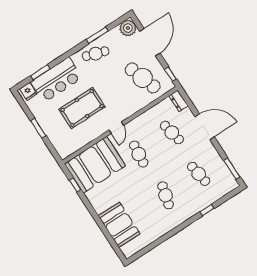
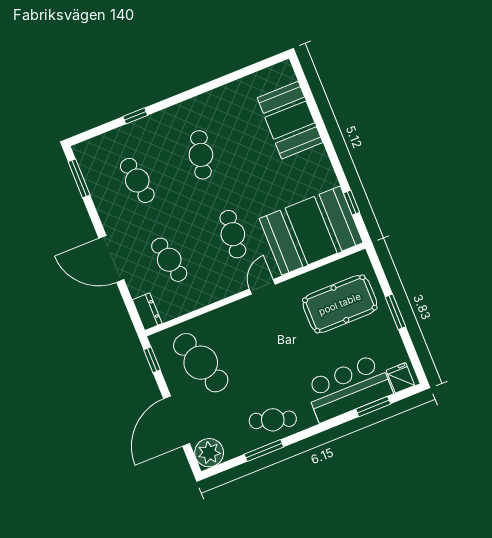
pool table: (82, 108) -> (340, 304), moved

